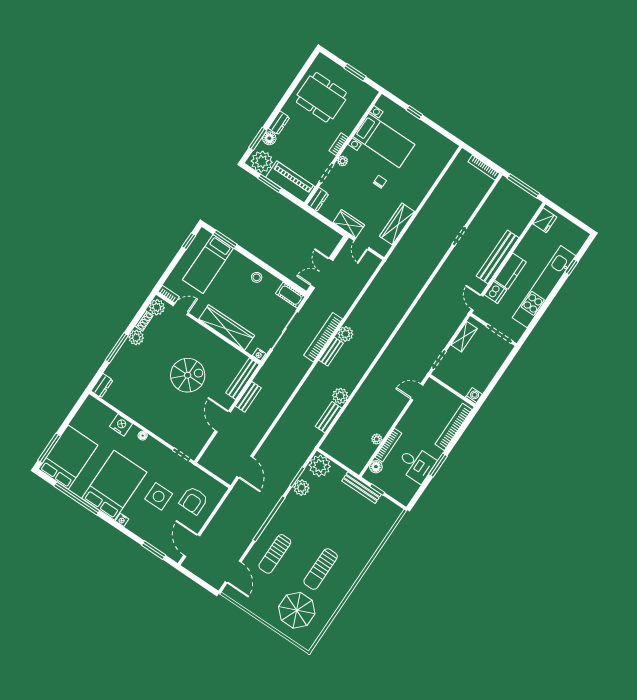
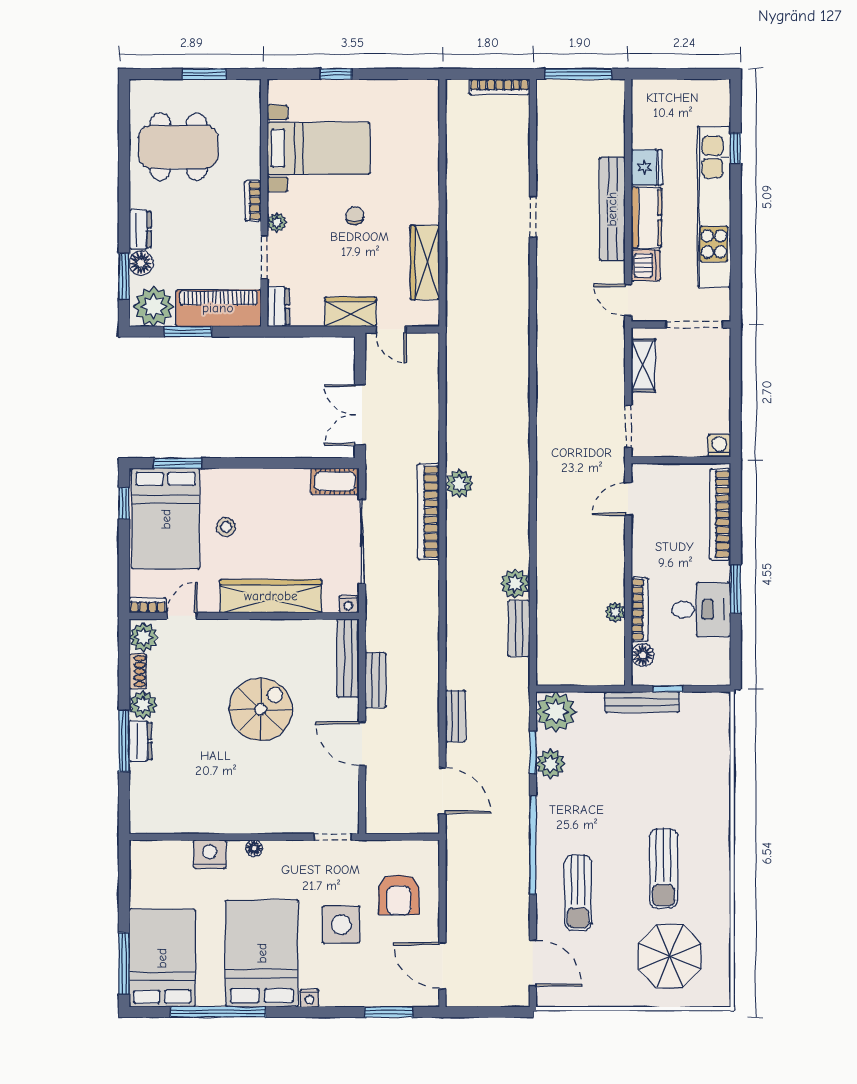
fridge: (545, 220) -> (647, 167), moved
bed: (208, 264) -> (166, 519), width x1.50
stool: (257, 277) -> (226, 527), moved
bench: (331, 352) -> (455, 716), moved
dresser: (102, 386) -> (140, 741), moved

